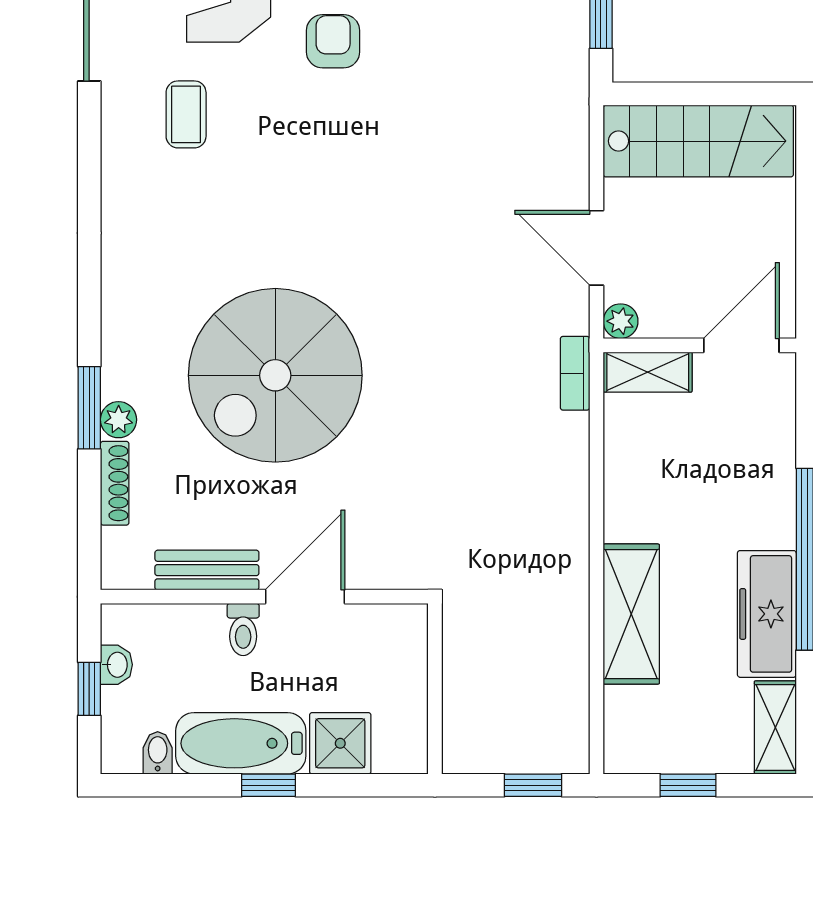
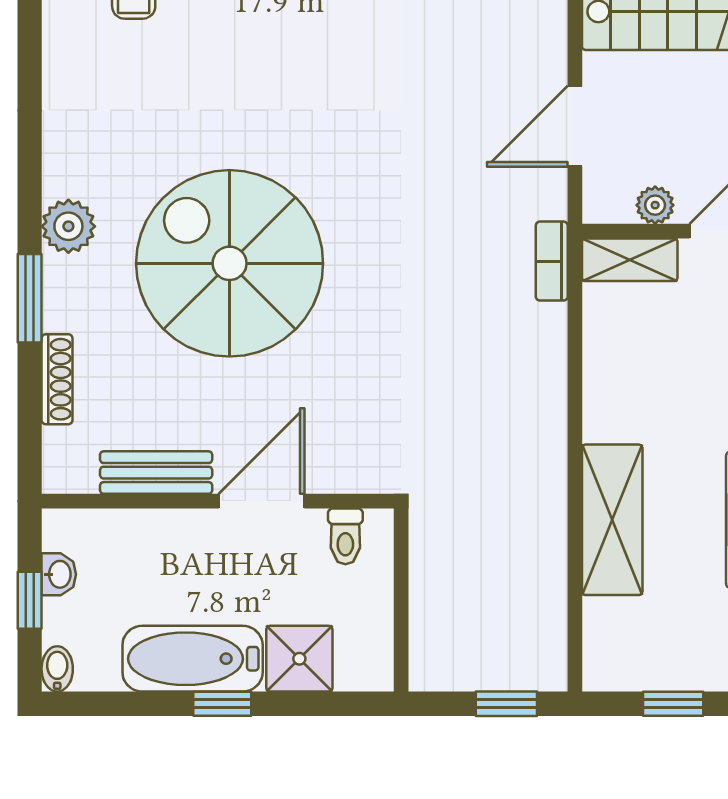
door: (597, 248) -> (575, 126), hinge flipped
plant: (621, 321) -> (655, 205), moved
spiral stairs: (275, 375) -> (230, 263), turned 90
plant: (119, 420) -> (68, 226), moved, width x1.38, depth x1.38
toilet: (243, 629) -> (345, 536), moved
bidet: (158, 753) -> (57, 669), moved

